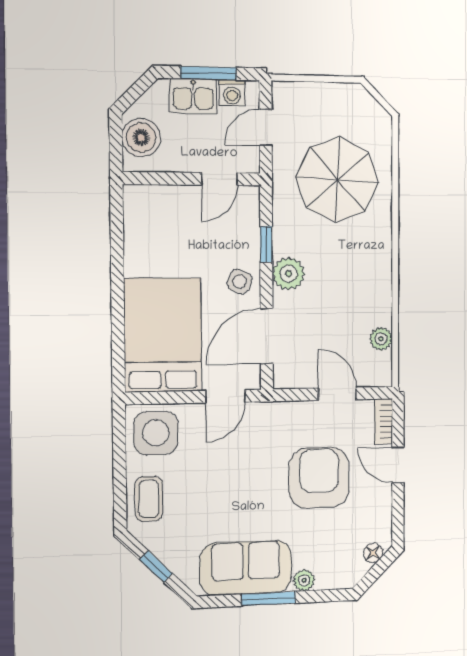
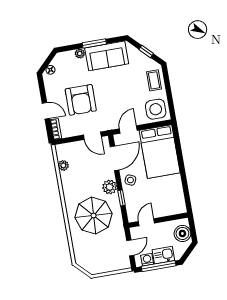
window: (208, 73) -> (159, 266), width x1.44
parasol: (338, 180) -> (94, 216), moved
door: (337, 394) -> (92, 136), moved

